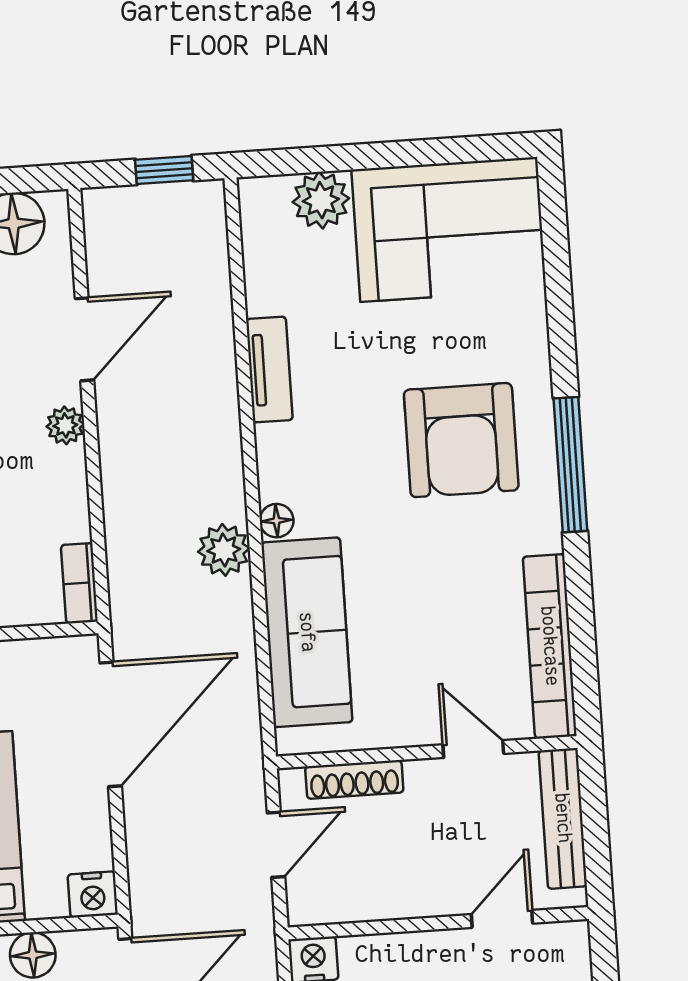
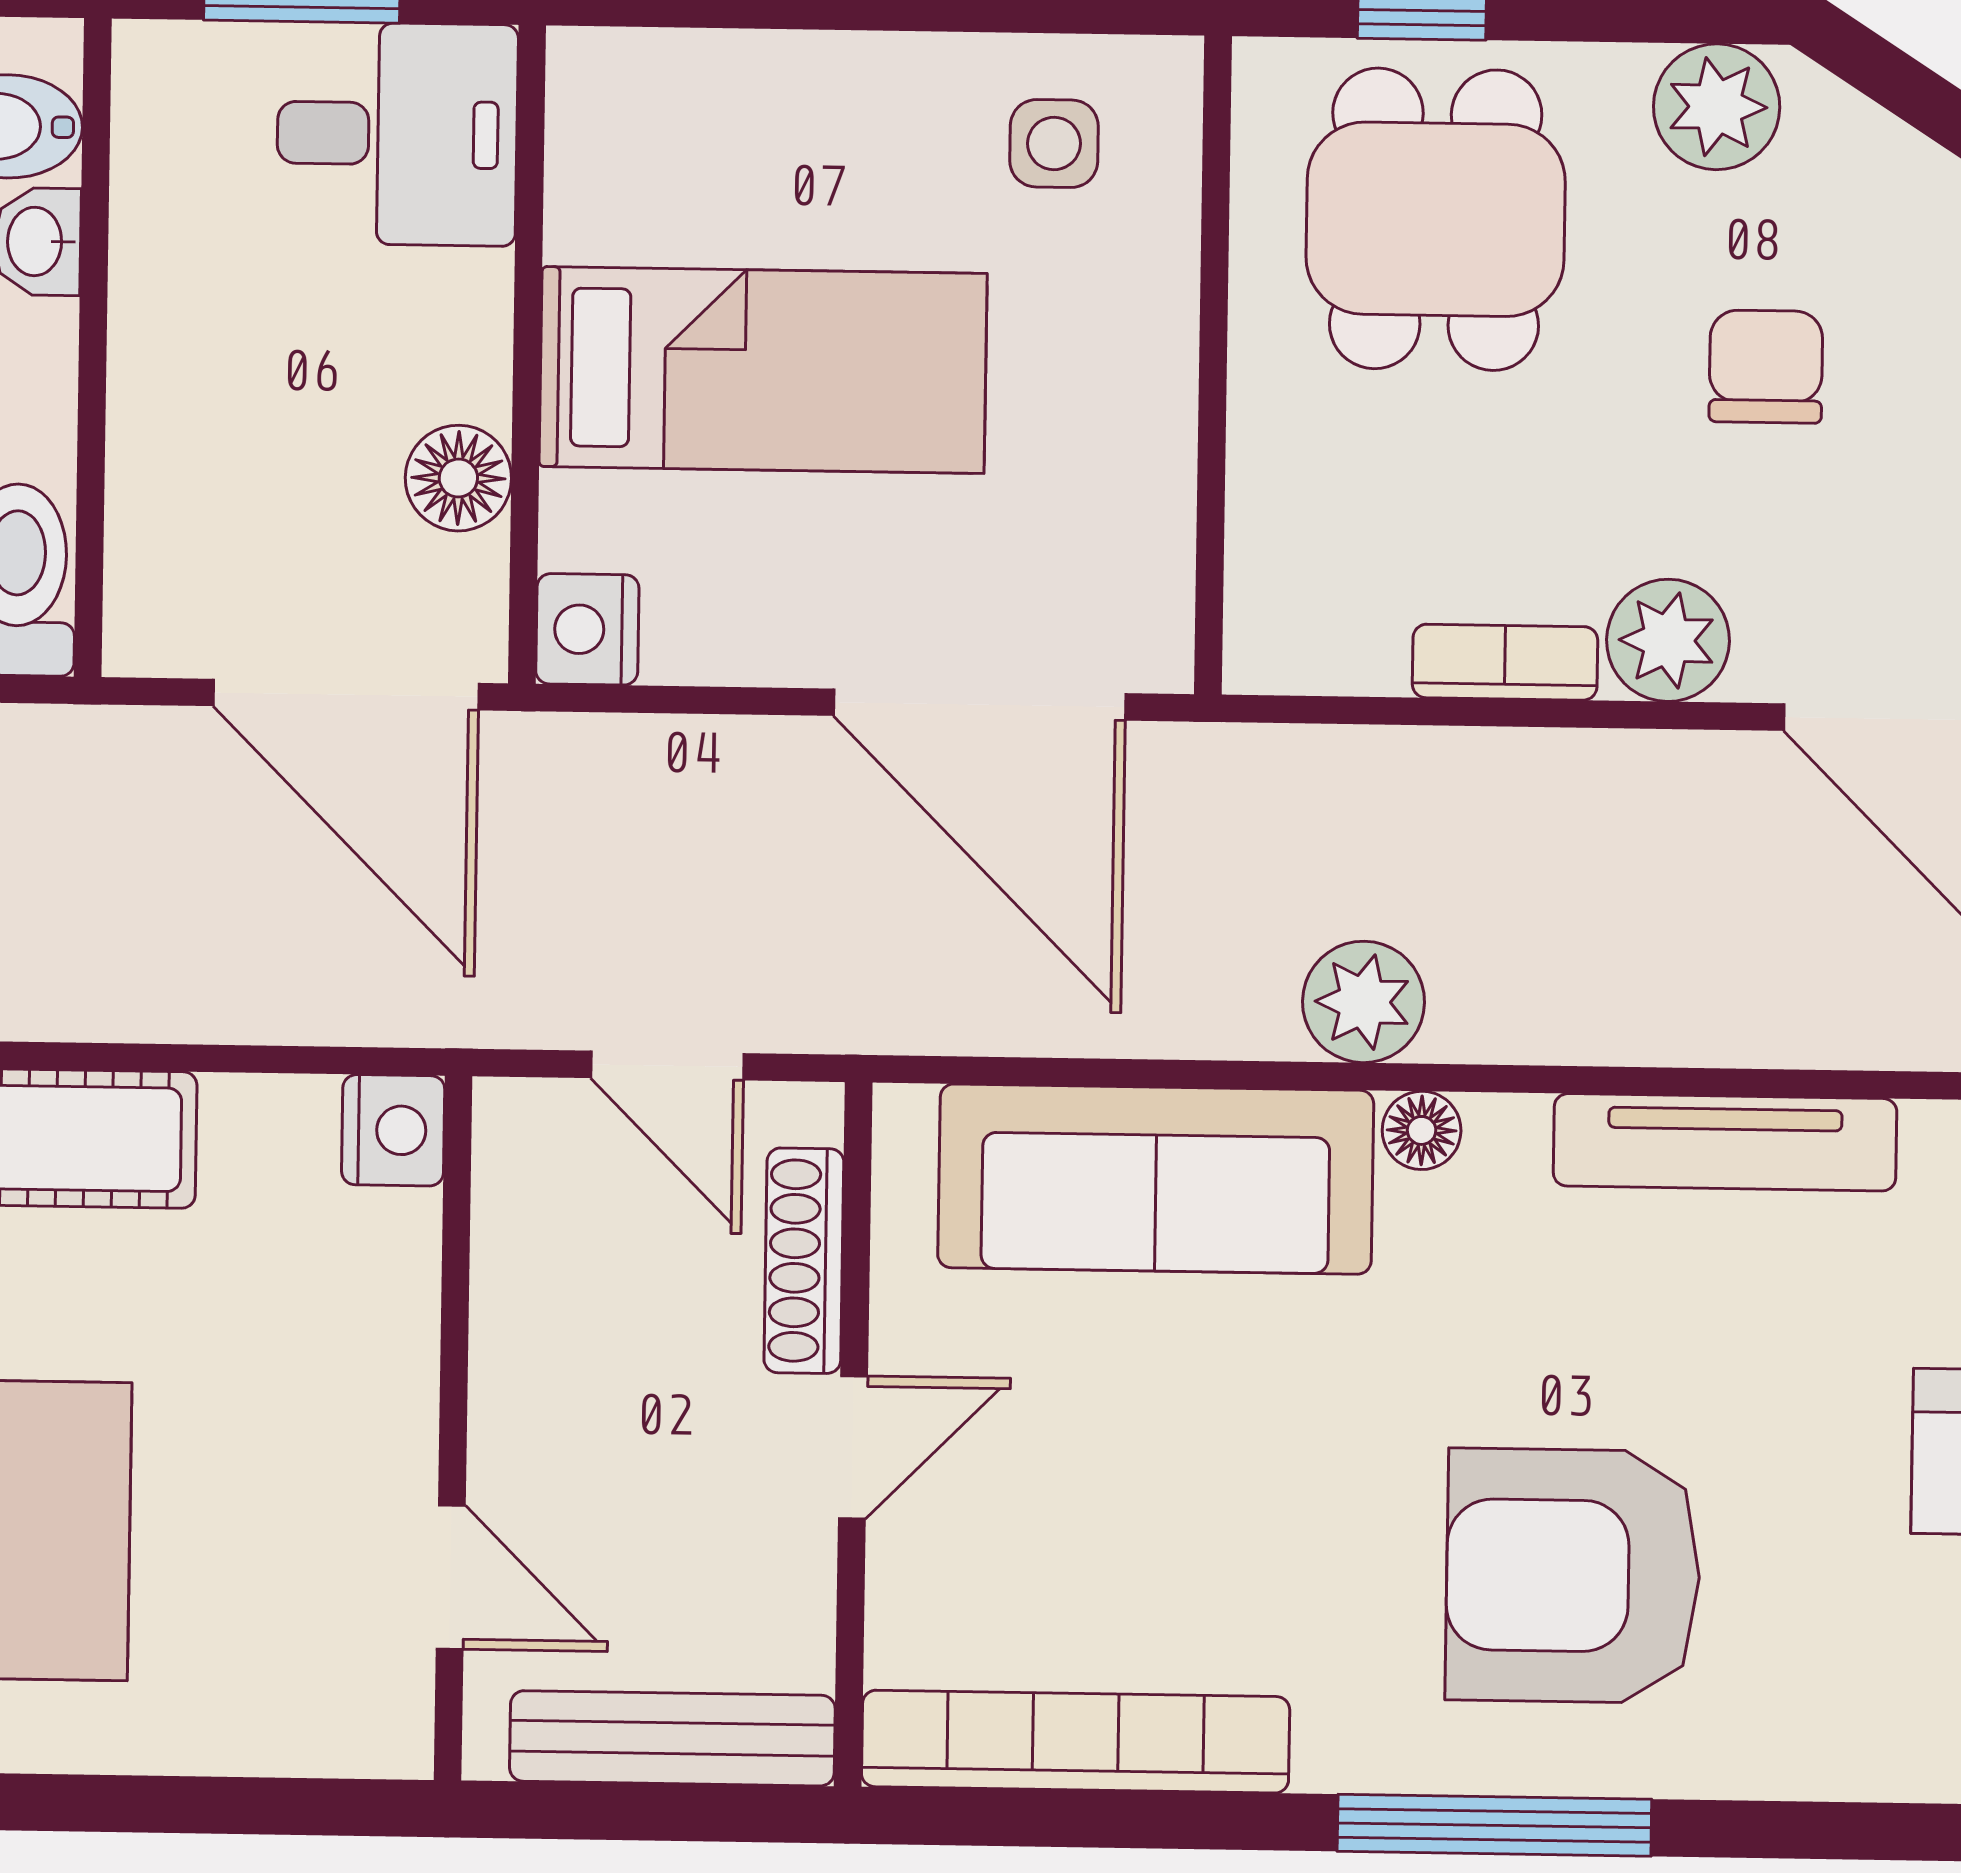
tv unit: (269, 369) -> (1725, 1142), width x1.41
plant: (65, 425) -> (1668, 640), width x1.38, depth x1.38
bookcase: (79, 583) -> (1505, 662), moved
door: (473, 749) -> (853, 1447), moved

